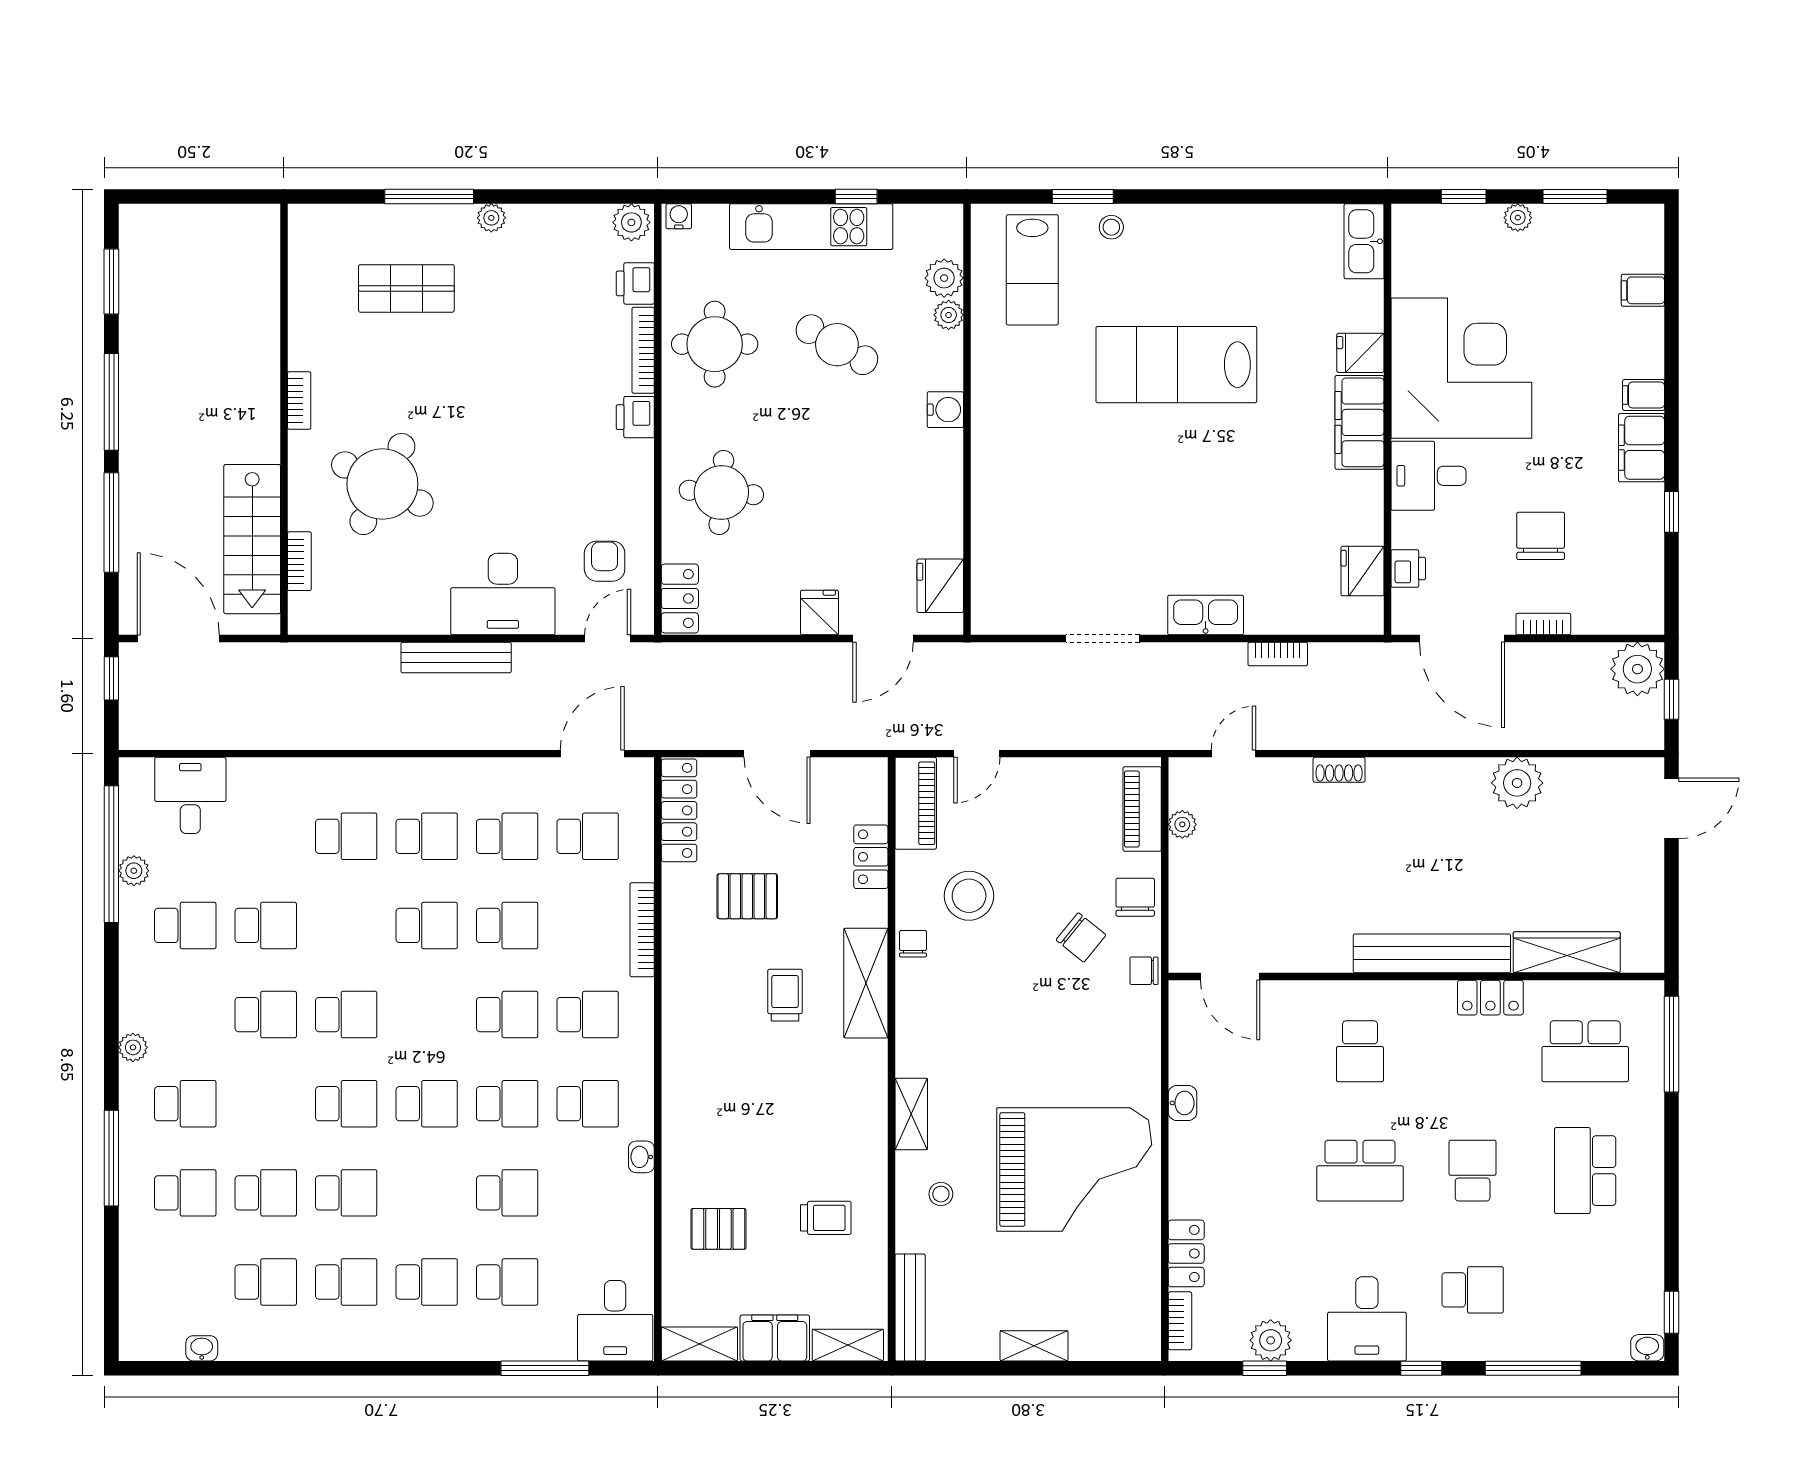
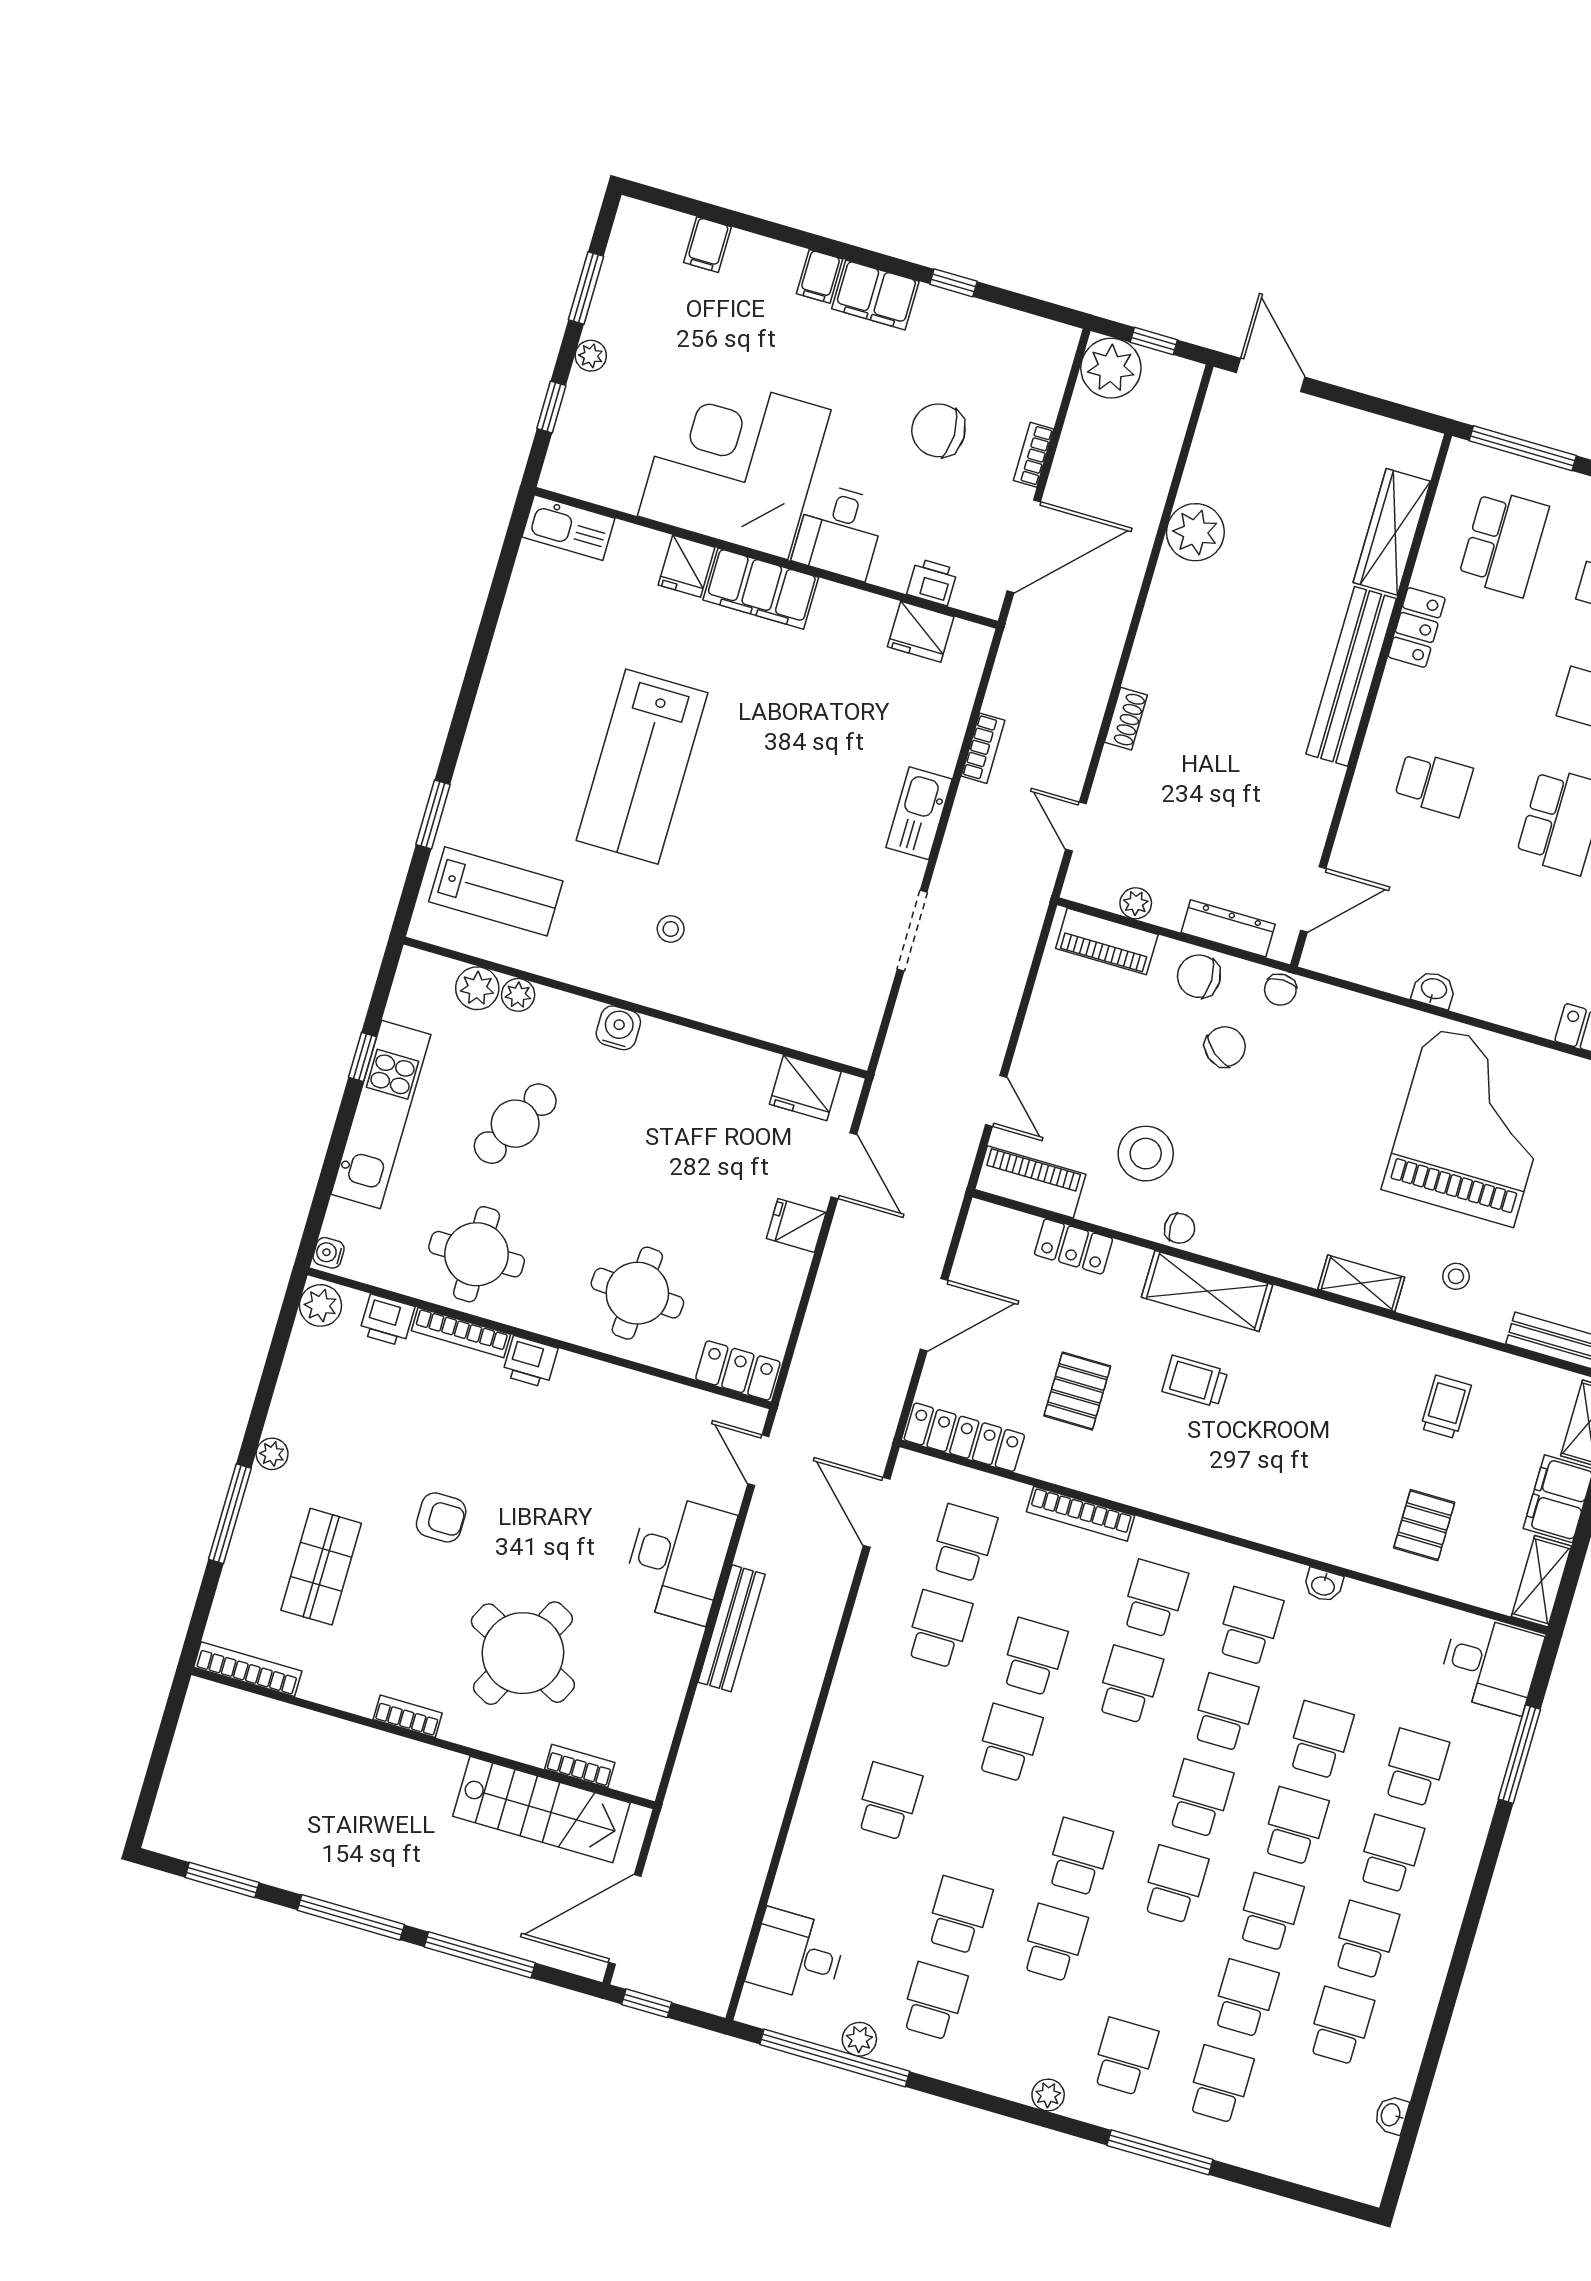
stool: (1111, 227) -> (671, 929), moved
bookcase: (300, 251) -> (248, 1669), added
armchair: (605, 561) -> (441, 1517), moved, turned 180
school desk: (427, 836) -> (1295, 1826), moved
dresser: (1184, 910) -> (1228, 928), added
chair: (913, 944) -> (1180, 1228), turned 180

